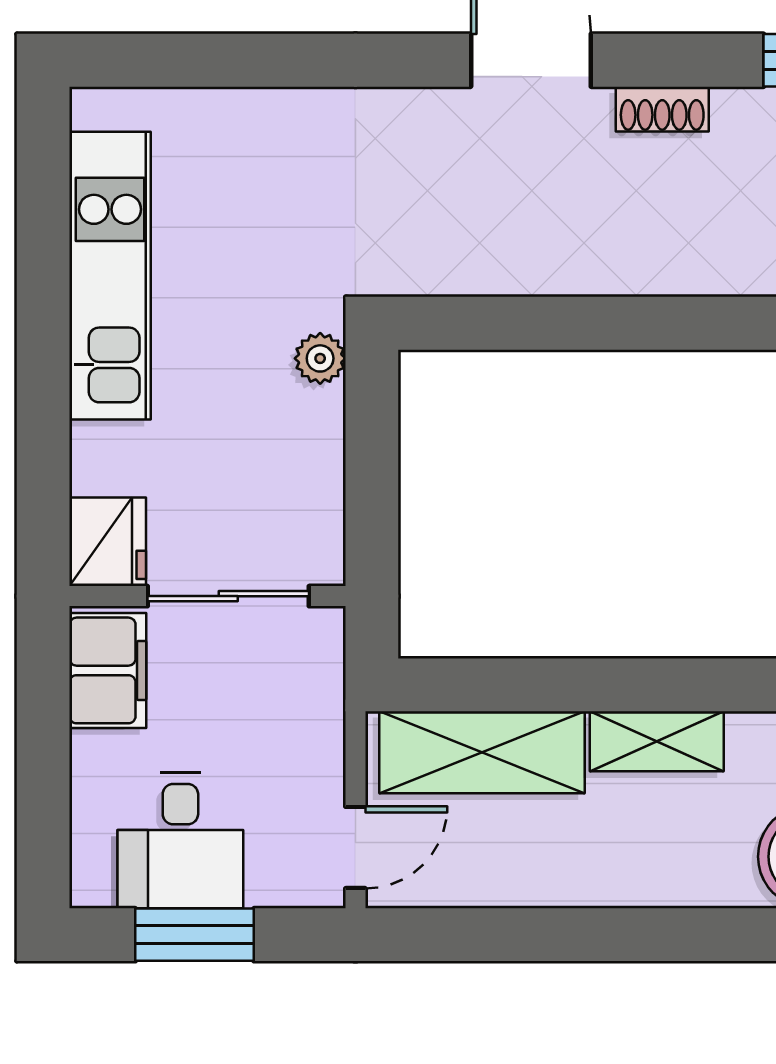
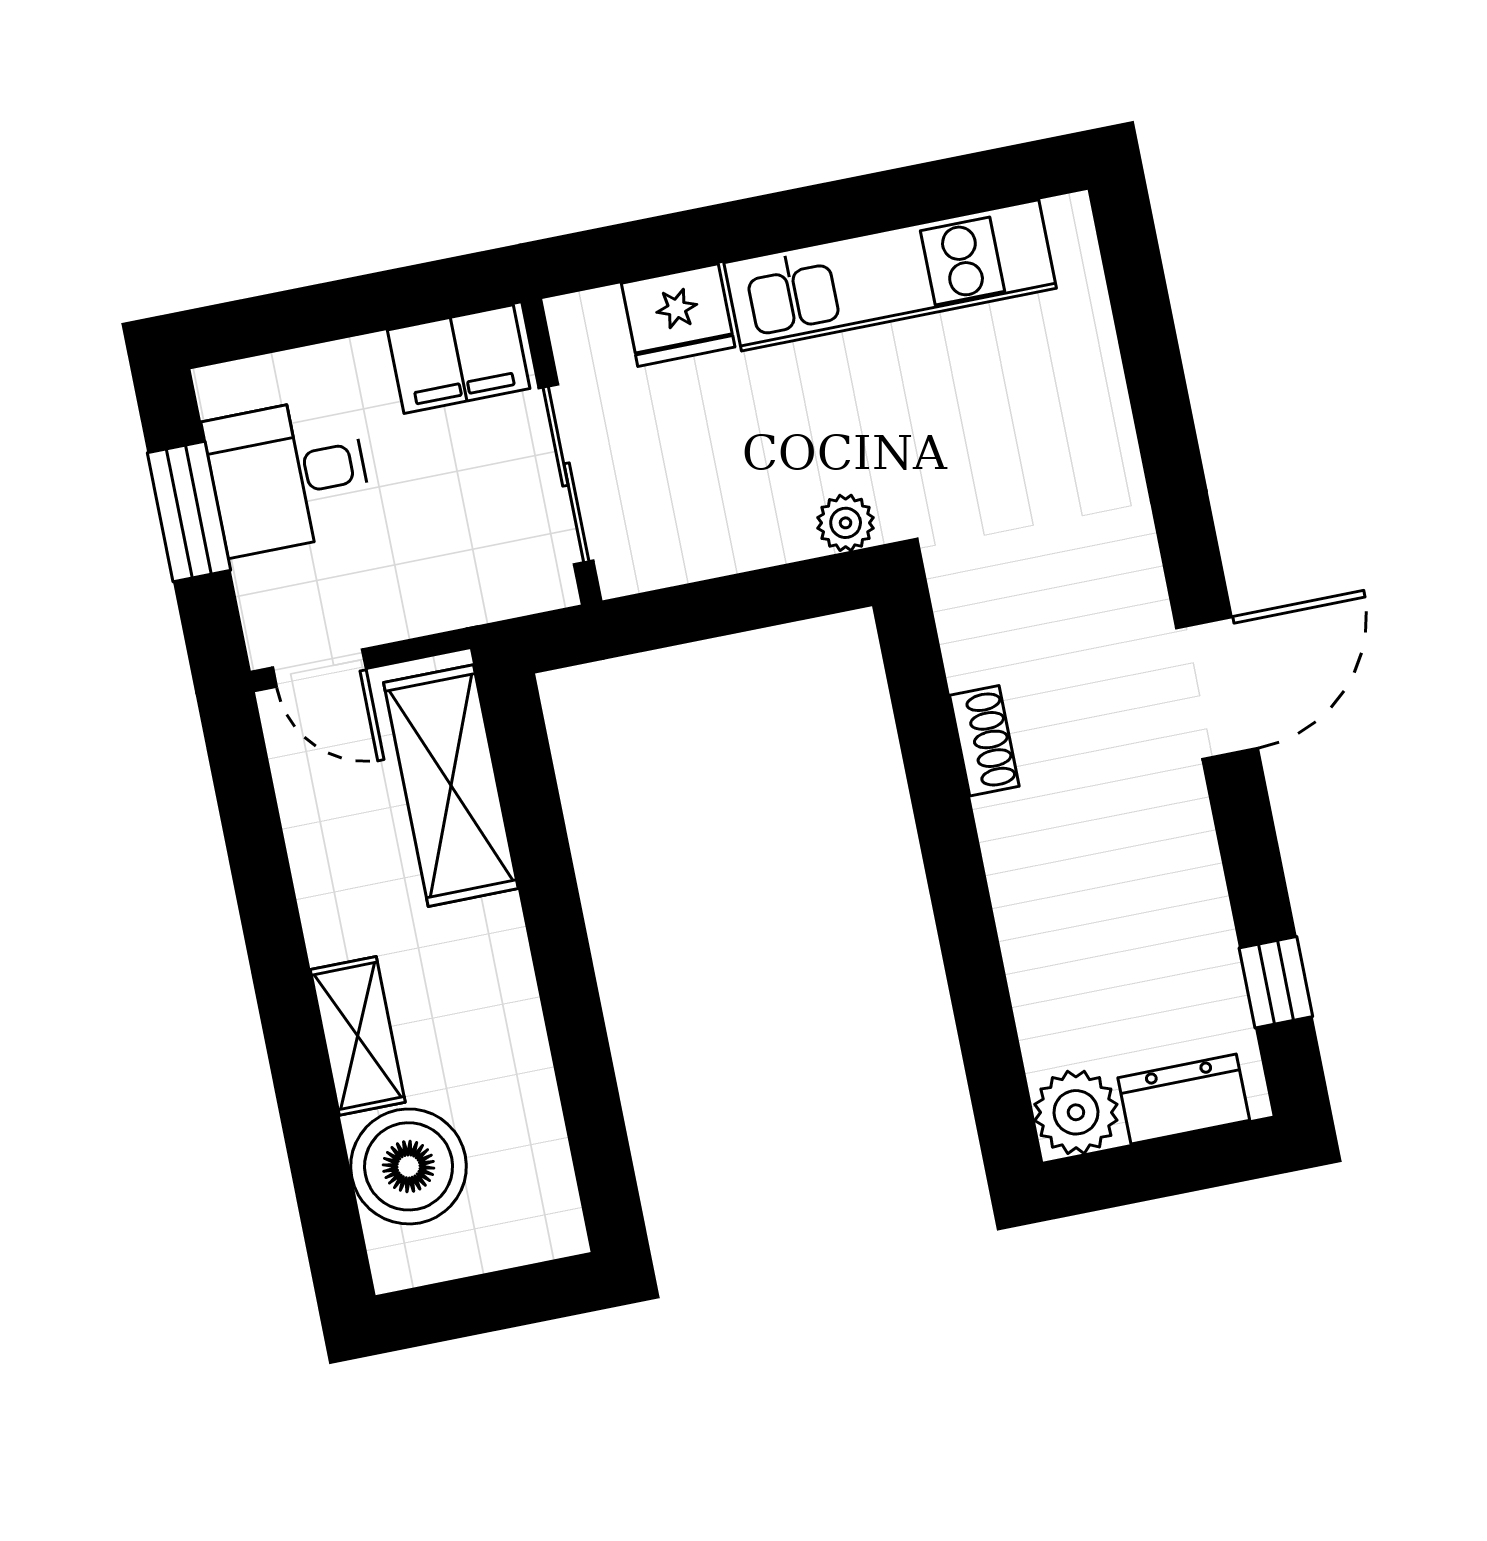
shoe rack: (662, 109) -> (984, 741), moved, turned 180
fridge: (108, 542) -> (678, 315), moved
shelving: (657, 741) -> (358, 1036), moved

